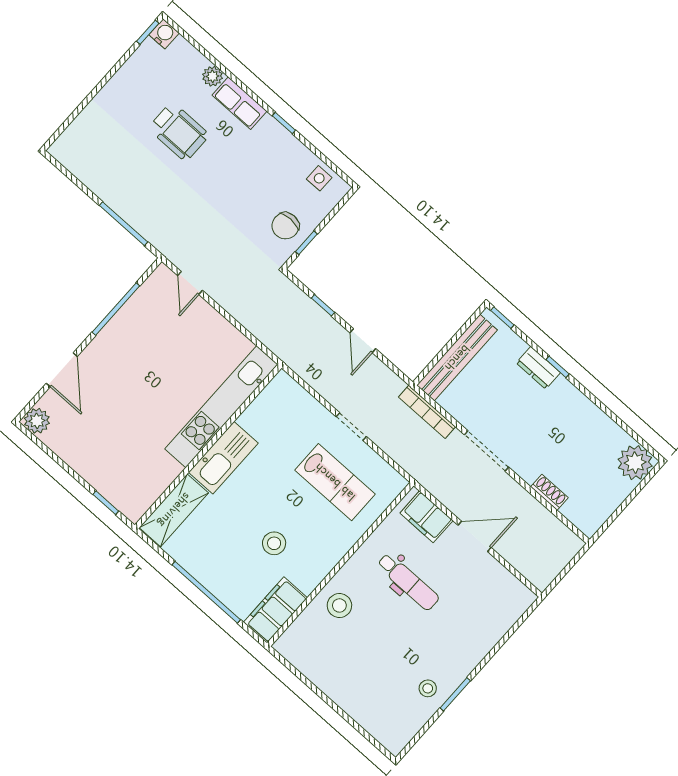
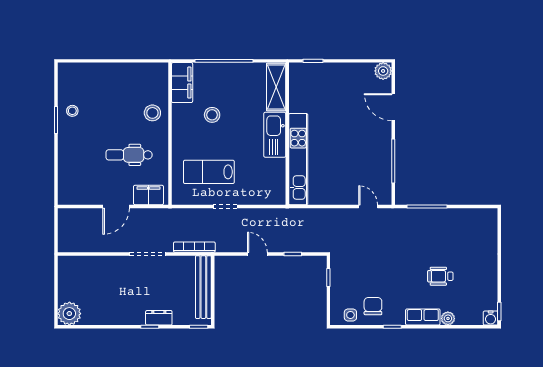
wheelchair: (179, 132) -> (440, 276), width x0.73, depth x0.73
chair: (285, 226) -> (373, 306), moved
shoe rack: (549, 492) -> (99, 261), removed

